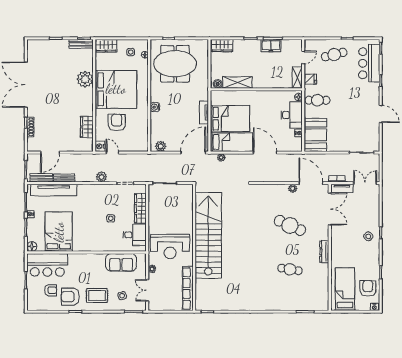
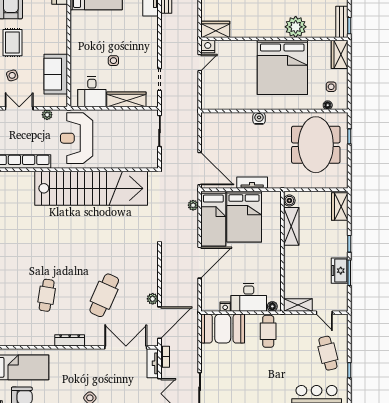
fridge: (310, 79) -> (296, 322), removed
armchair: (117, 123) -> (239, 68), removed
wardrobe: (87, 127) -> (216, 29), moved
plant: (161, 146) -> (208, 126), removed
plant: (101, 177) -> (168, 48), removed
double door: (330, 209) -> (126, 347), swing flipped

